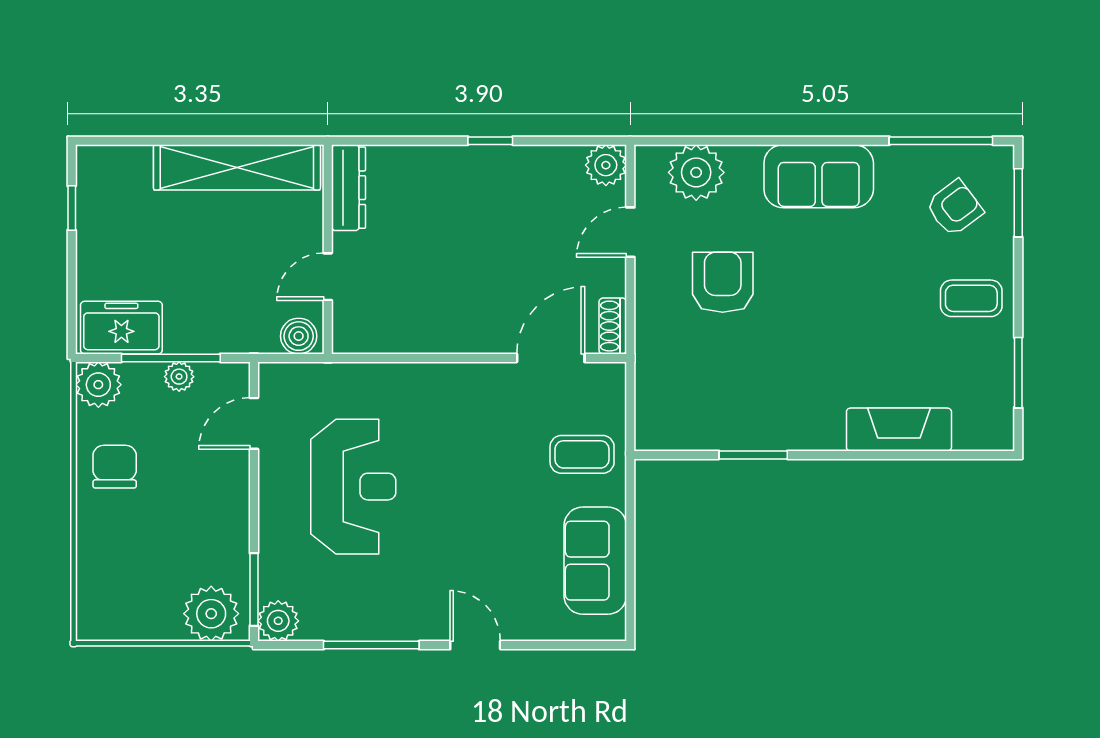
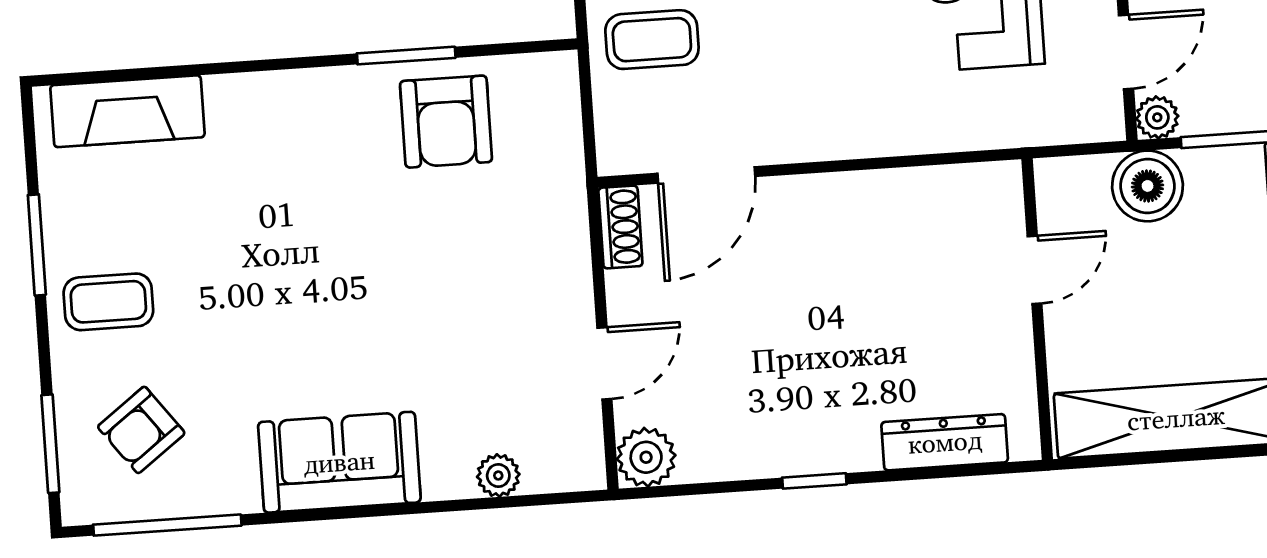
plant: (696, 172) -> (498, 475), width x0.53, depth x0.53
dresser: (348, 188) -> (945, 442), moved, turned 90
armchair: (723, 282) -> (446, 122), moved
boiler: (299, 336) -> (1148, 186), moved, width x1.36, depth x1.36
window: (1018, 373) -> (37, 245), moved
plant: (179, 377) -> (1157, 117), moved
fireplace: (899, 430) -> (127, 111), moved

